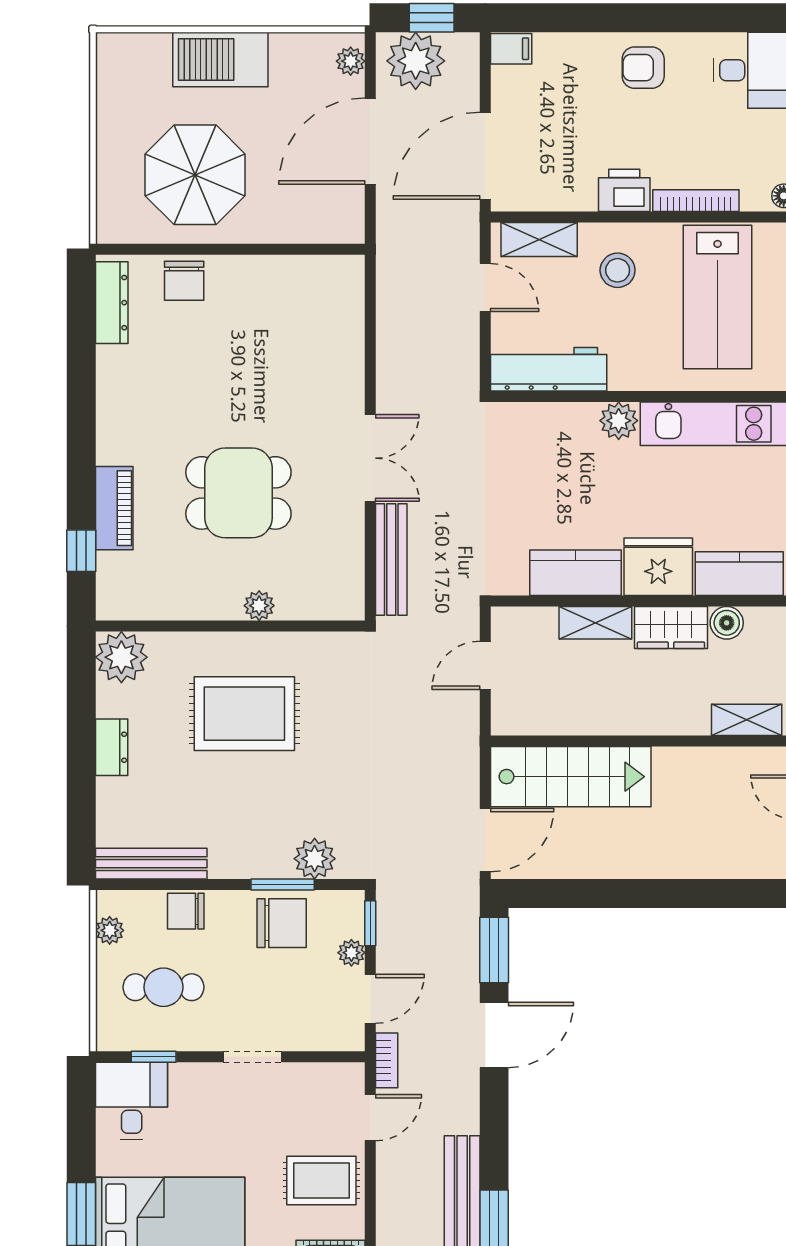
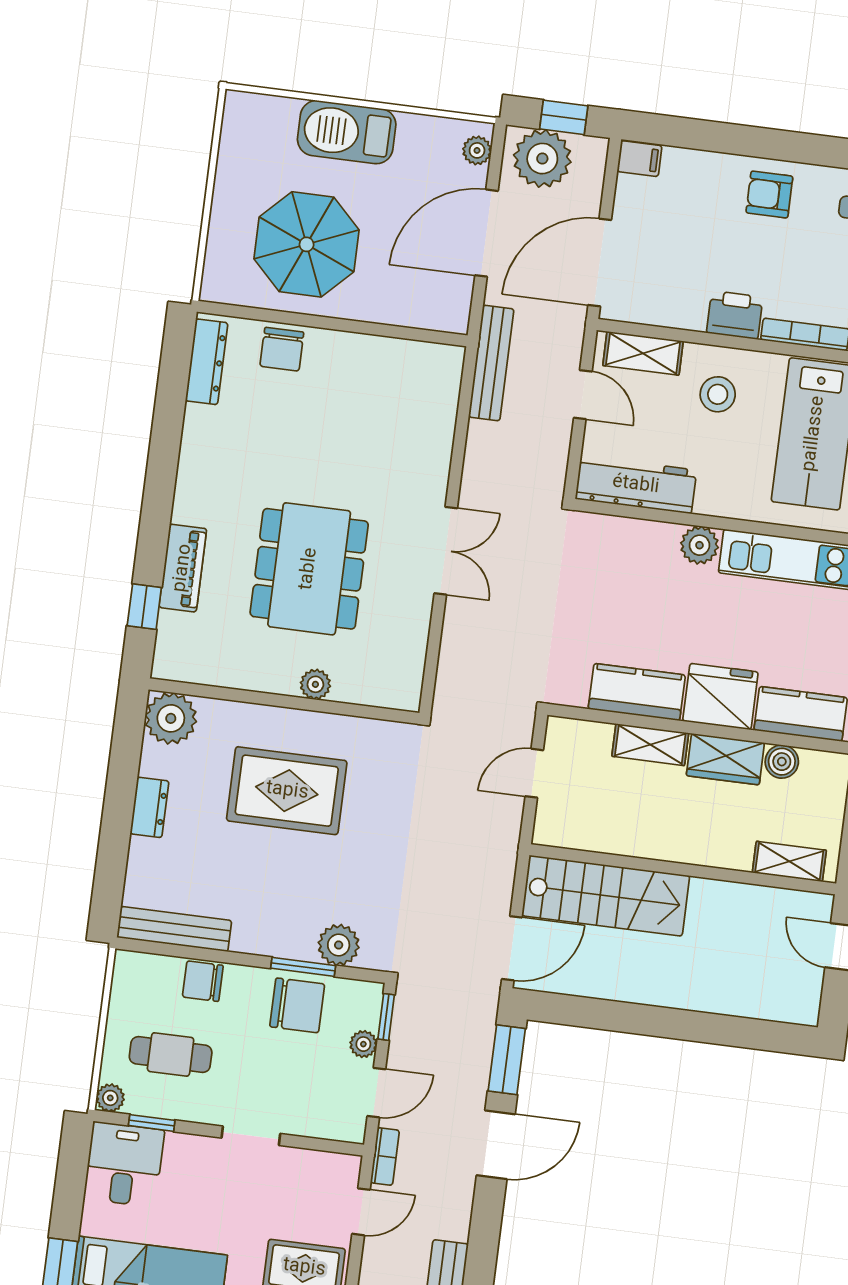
dining table: (238, 493) -> (309, 569), width x1.38
bench: (391, 560) -> (491, 363), moved
plant: (110, 930) -> (110, 1098), moved

